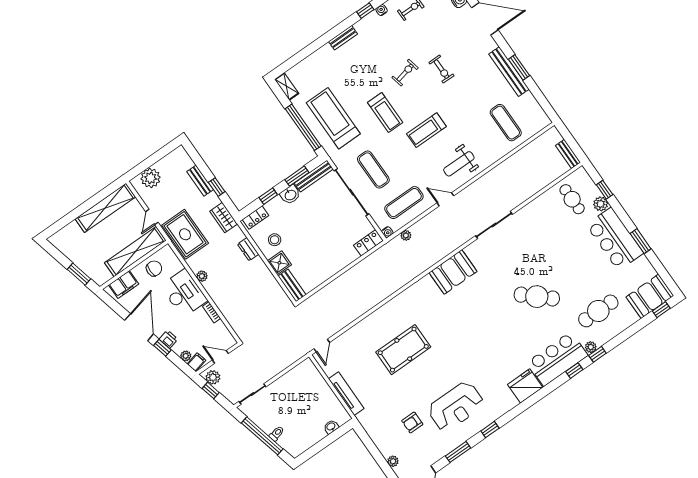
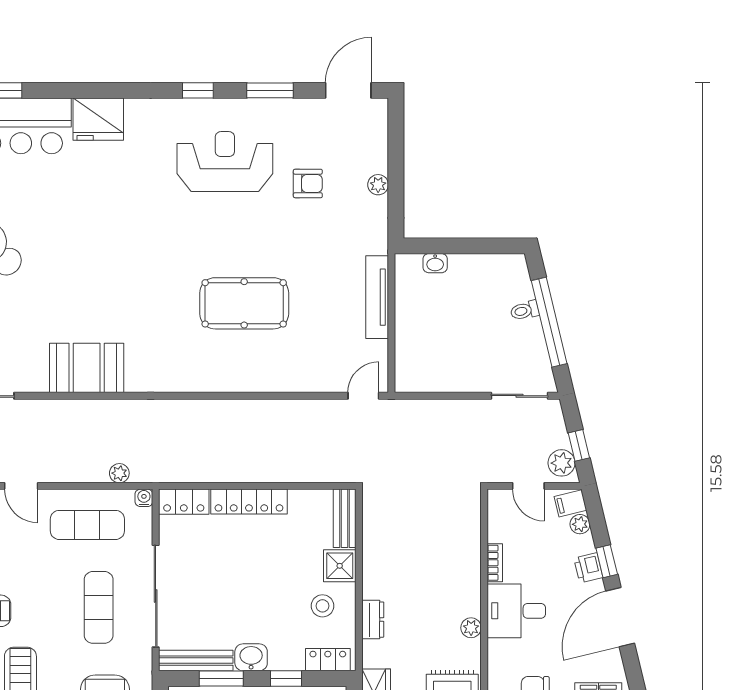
locker: (340, 263) -> (249, 502), added
desk: (184, 293) -> (516, 611), width x0.73
plant: (393, 461) -> (378, 185), moved

